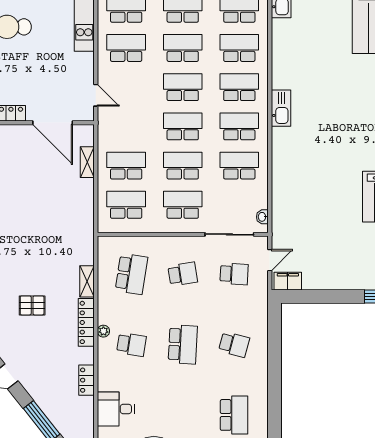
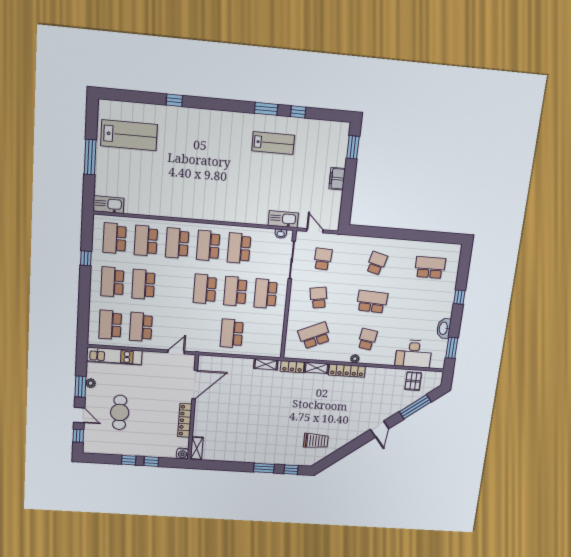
school desk: (183, 87) -> (174, 287), removed
kitchen sink: (281, 108) -> (283, 219), moved
shelving: (87, 162) -> (266, 364), moved
school desk: (126, 205) -> (262, 336), removed
school desk: (131, 274) -> (314, 335), turned -33
filing cabinet: (288, 281) -> (337, 179), moved
pallet: (32, 305) -> (413, 381), moved
locker: (86, 380) -> (292, 367), moved
desk: (116, 409) -> (414, 354), width x1.37

